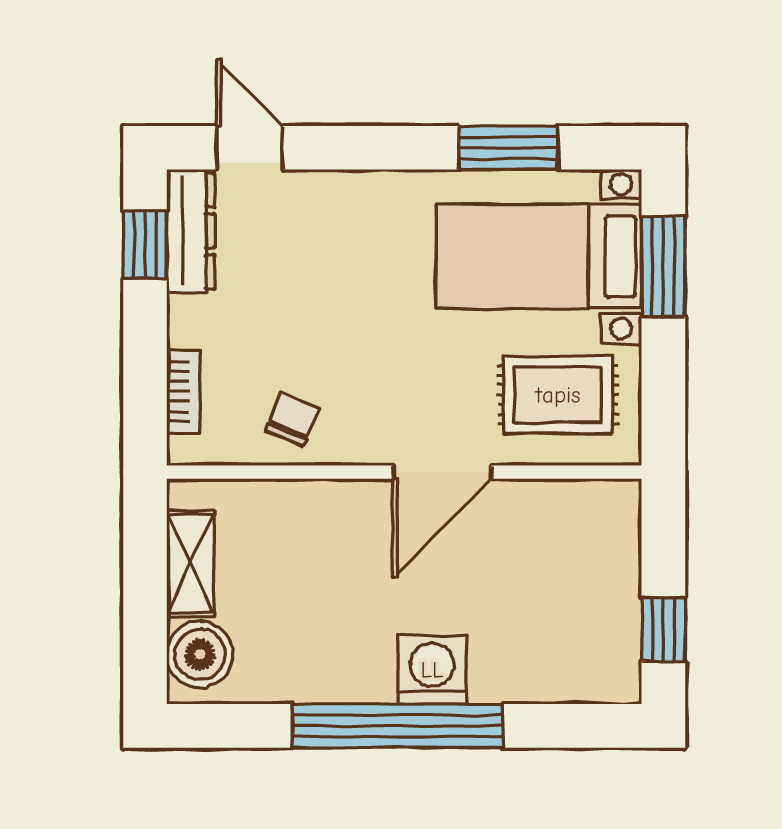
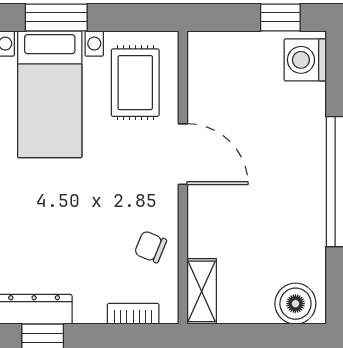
shelving: (191, 564) -> (202, 291), moved, turned 90
washing machine: (432, 670) -> (305, 60), moved

